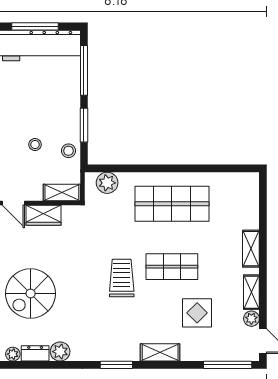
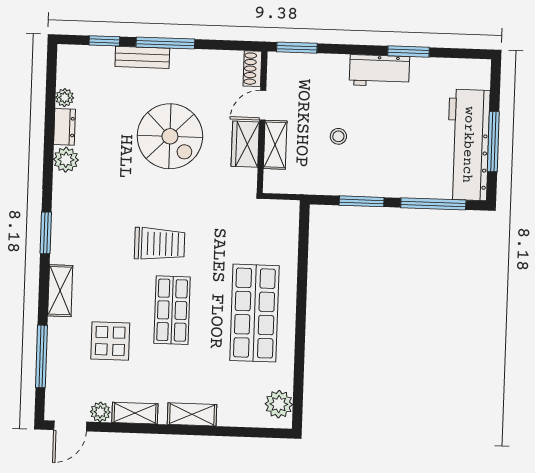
stool: (68, 151) -> (329, 180), removed
plant: (107, 183) -> (279, 404), moved
shelving: (62, 192) -> (275, 145), moved
spiral stairs: (31, 294) -> (170, 136), moved, turned 180
window: (228, 365) -> (41, 356), moved

